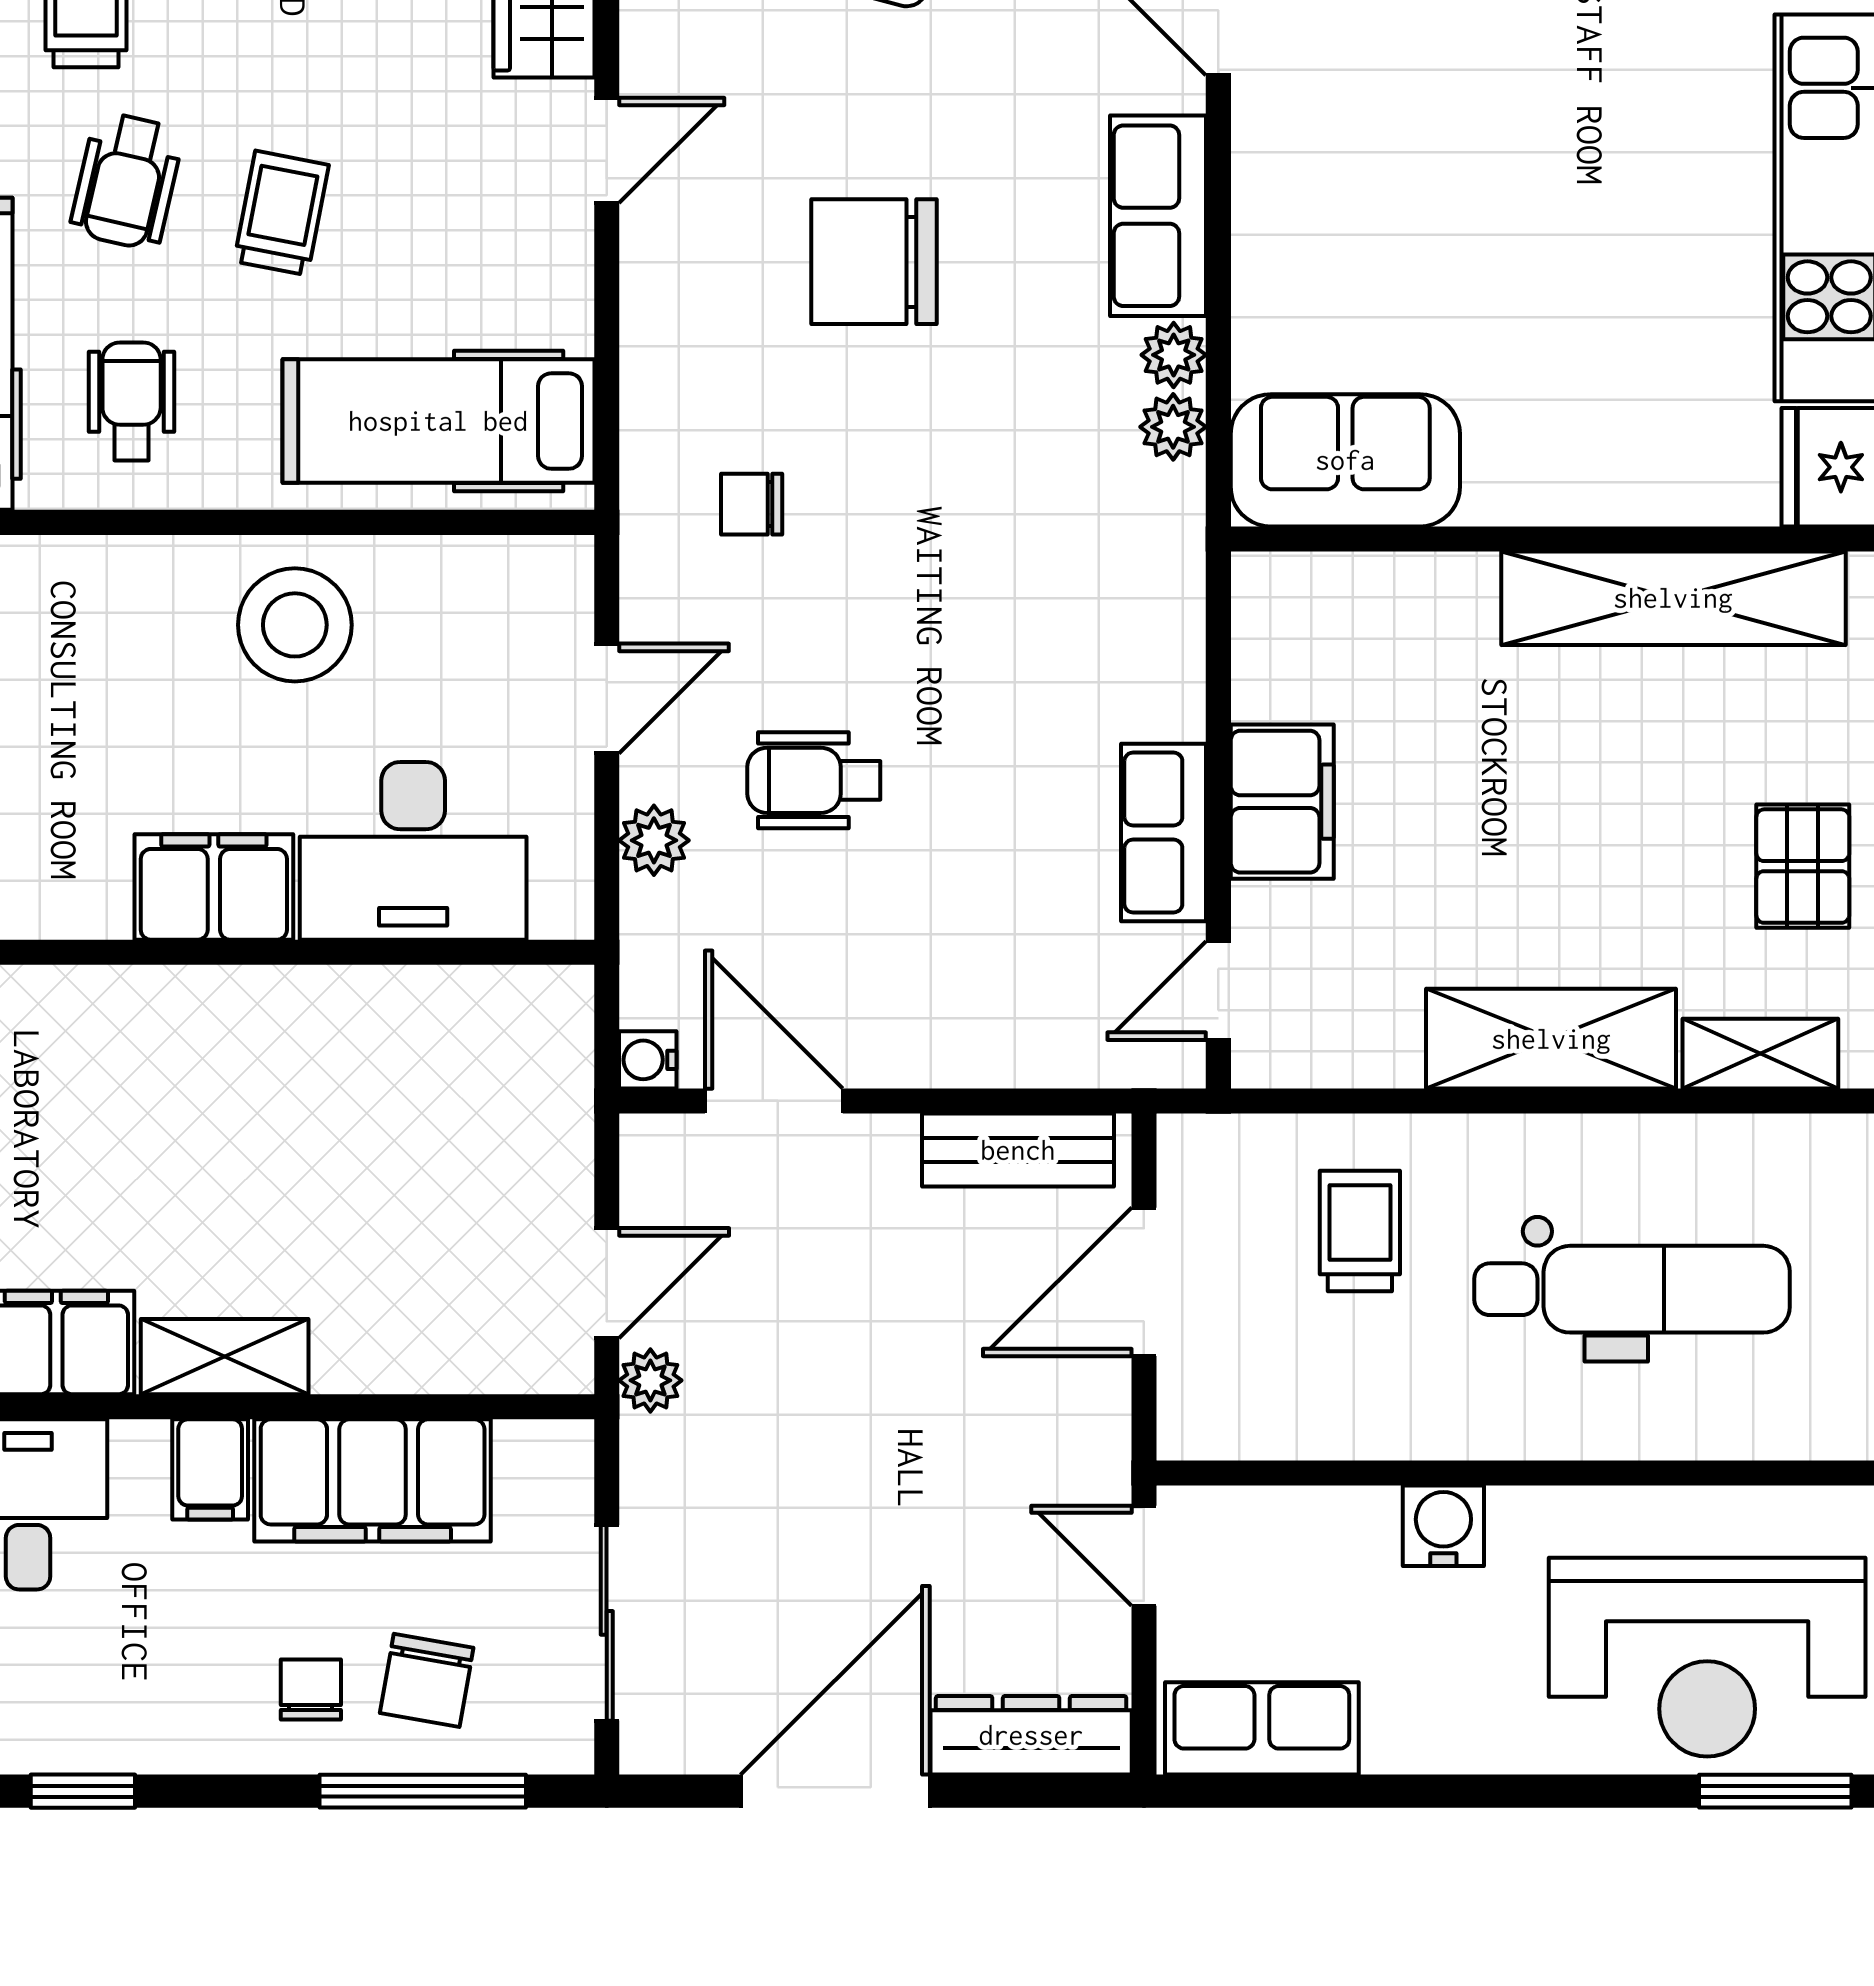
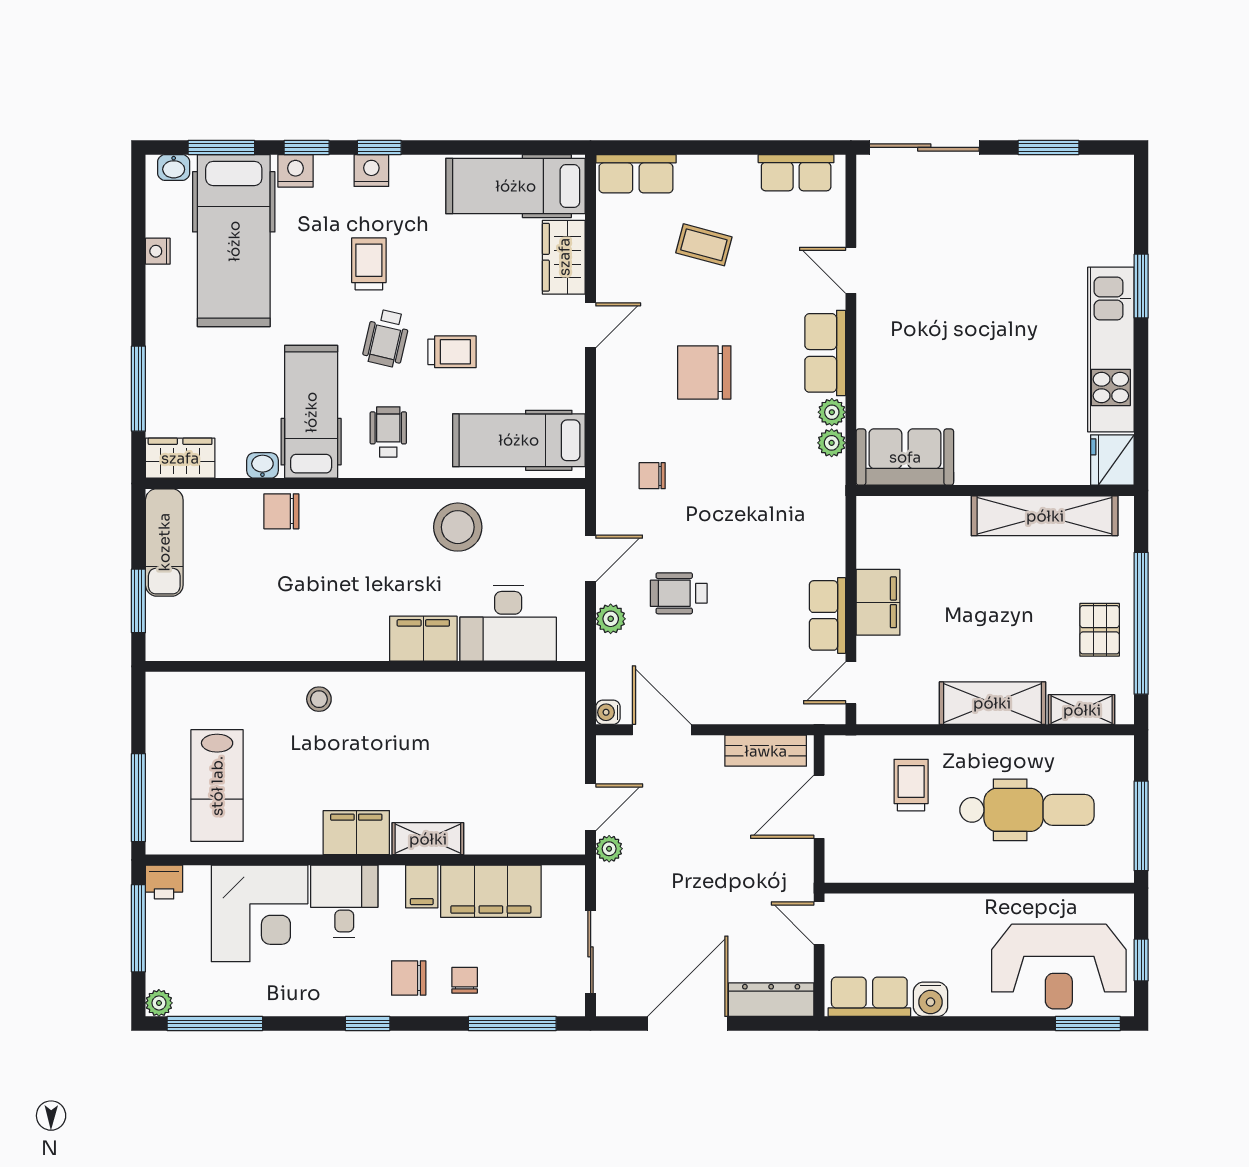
trolley: (281, 213) -> (452, 352), turned 79
water cooler: (1443, 1526) -> (931, 999), moved, turned 180
chair: (427, 1680) -> (409, 978), moved, turned 80

